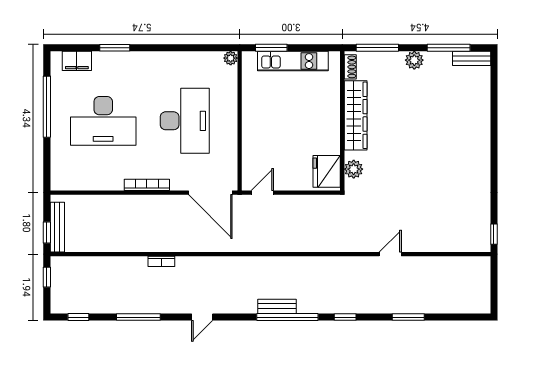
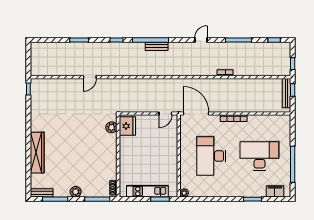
wardrobe: (356, 115) -> (37, 153), moved, turned 180

